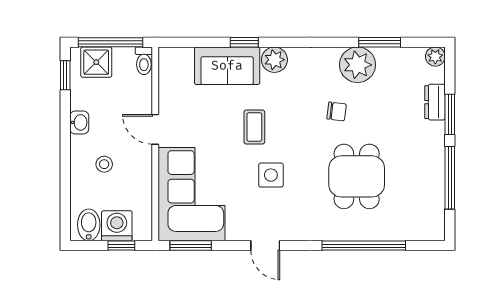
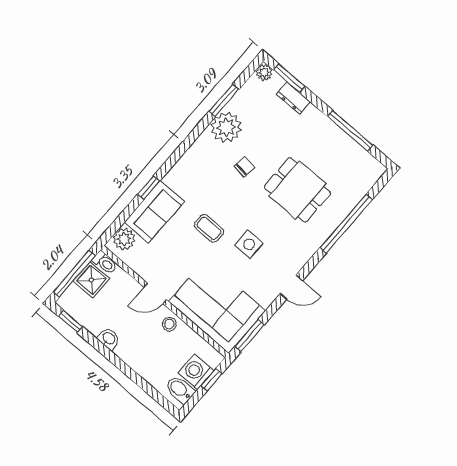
plant: (274, 60) -> (124, 239), moved
shower: (96, 62) -> (91, 280), moved
window: (450, 114) -> (289, 78), moved
stool: (104, 164) -> (169, 324), moved

